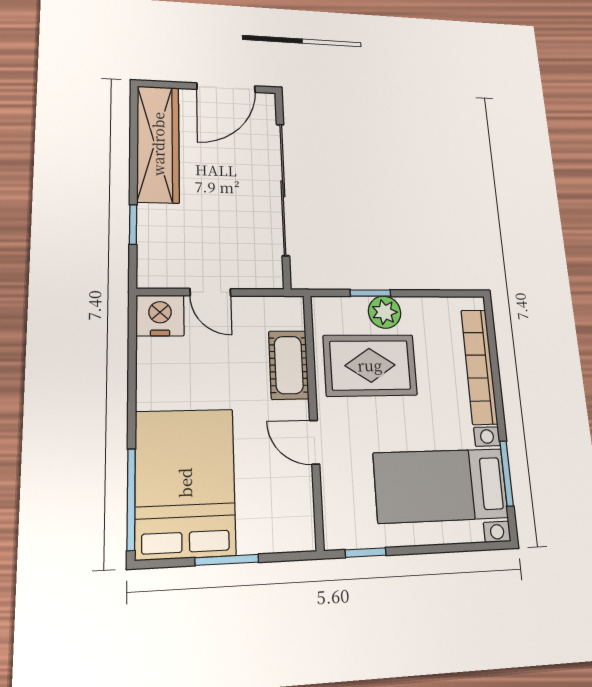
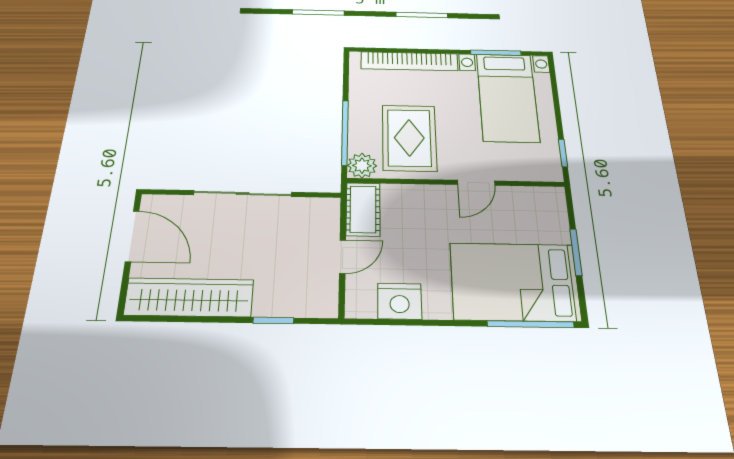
sliding door: (283, 189) -> (243, 193), width x0.73
window: (370, 293) -> (345, 133), width x2.17
plant: (385, 312) -> (362, 166), moved
nightstand: (160, 315) -> (400, 301), moved, turned -90
cot: (289, 365) -> (363, 209), moved, turned 90

